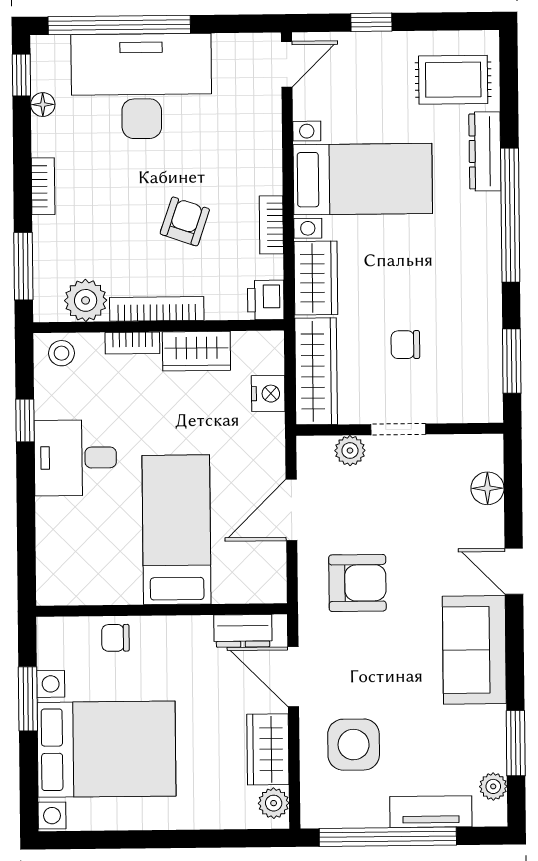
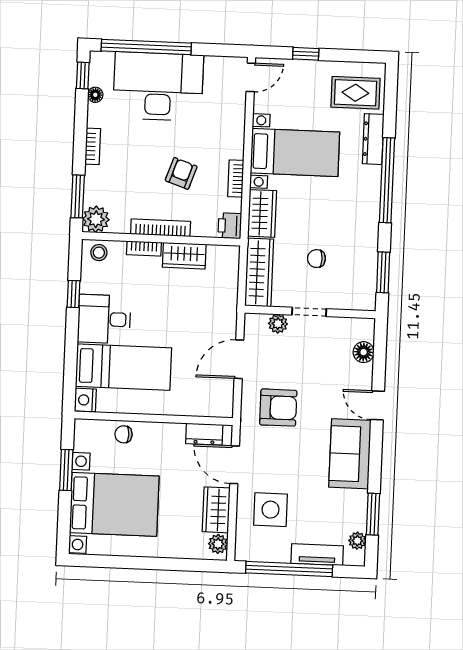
plant: (86, 300) -> (96, 219), moved
nightstand: (268, 394) -> (85, 400), moved, turned 180
bed: (177, 530) -> (124, 367), moved, turned 90

